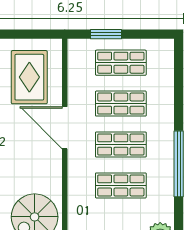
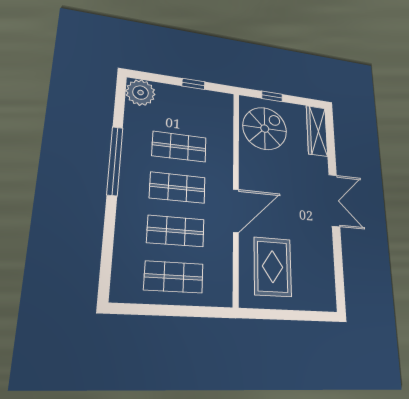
window: (106, 34) -> (189, 311), removed
door: (65, 128) -> (236, 211), hinge flipped

